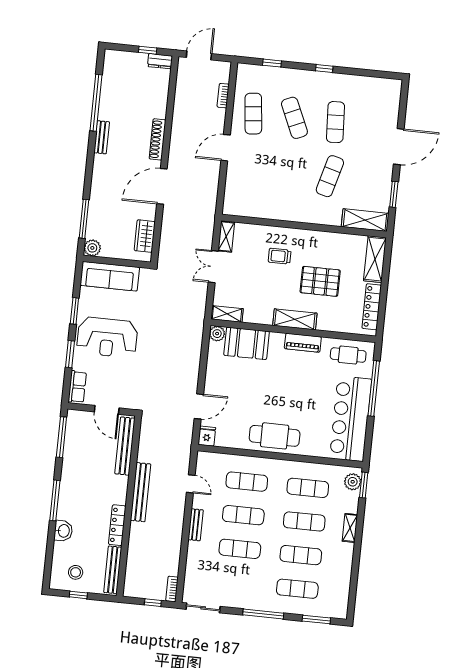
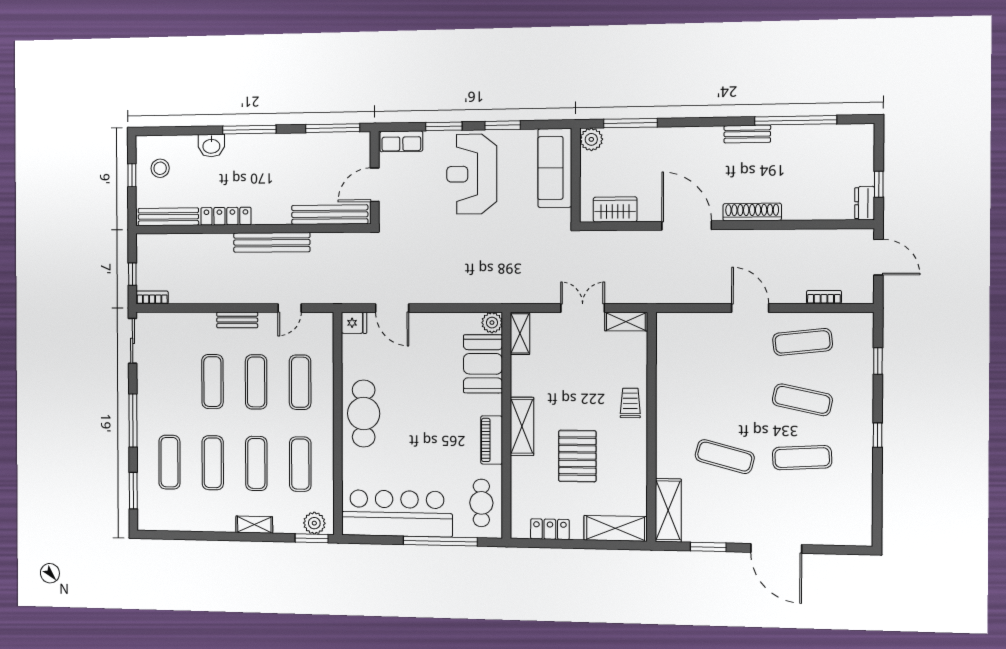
exercise mat: (294, 118) -> (802, 400), turned 36
trolley: (280, 256) -> (630, 403), moved
locker: (372, 307) -> (550, 529), width x0.66

